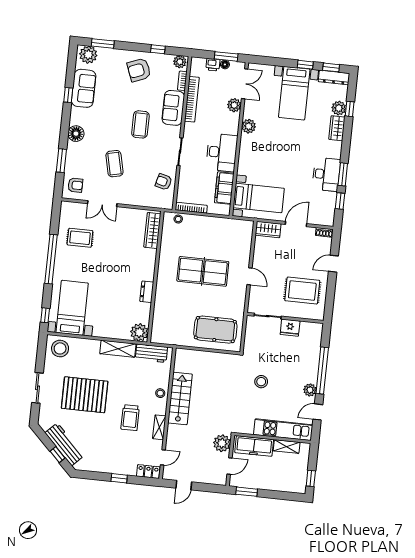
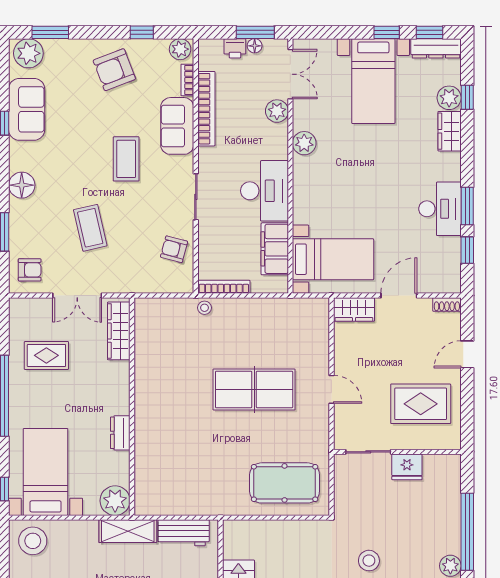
wardrobe: (152, 230) -> (119, 331), moved
wall: (156, 277) -> (132, 407), moved
dresser: (147, 292) -> (120, 433), moved
plant: (139, 332) -> (115, 501), moved

